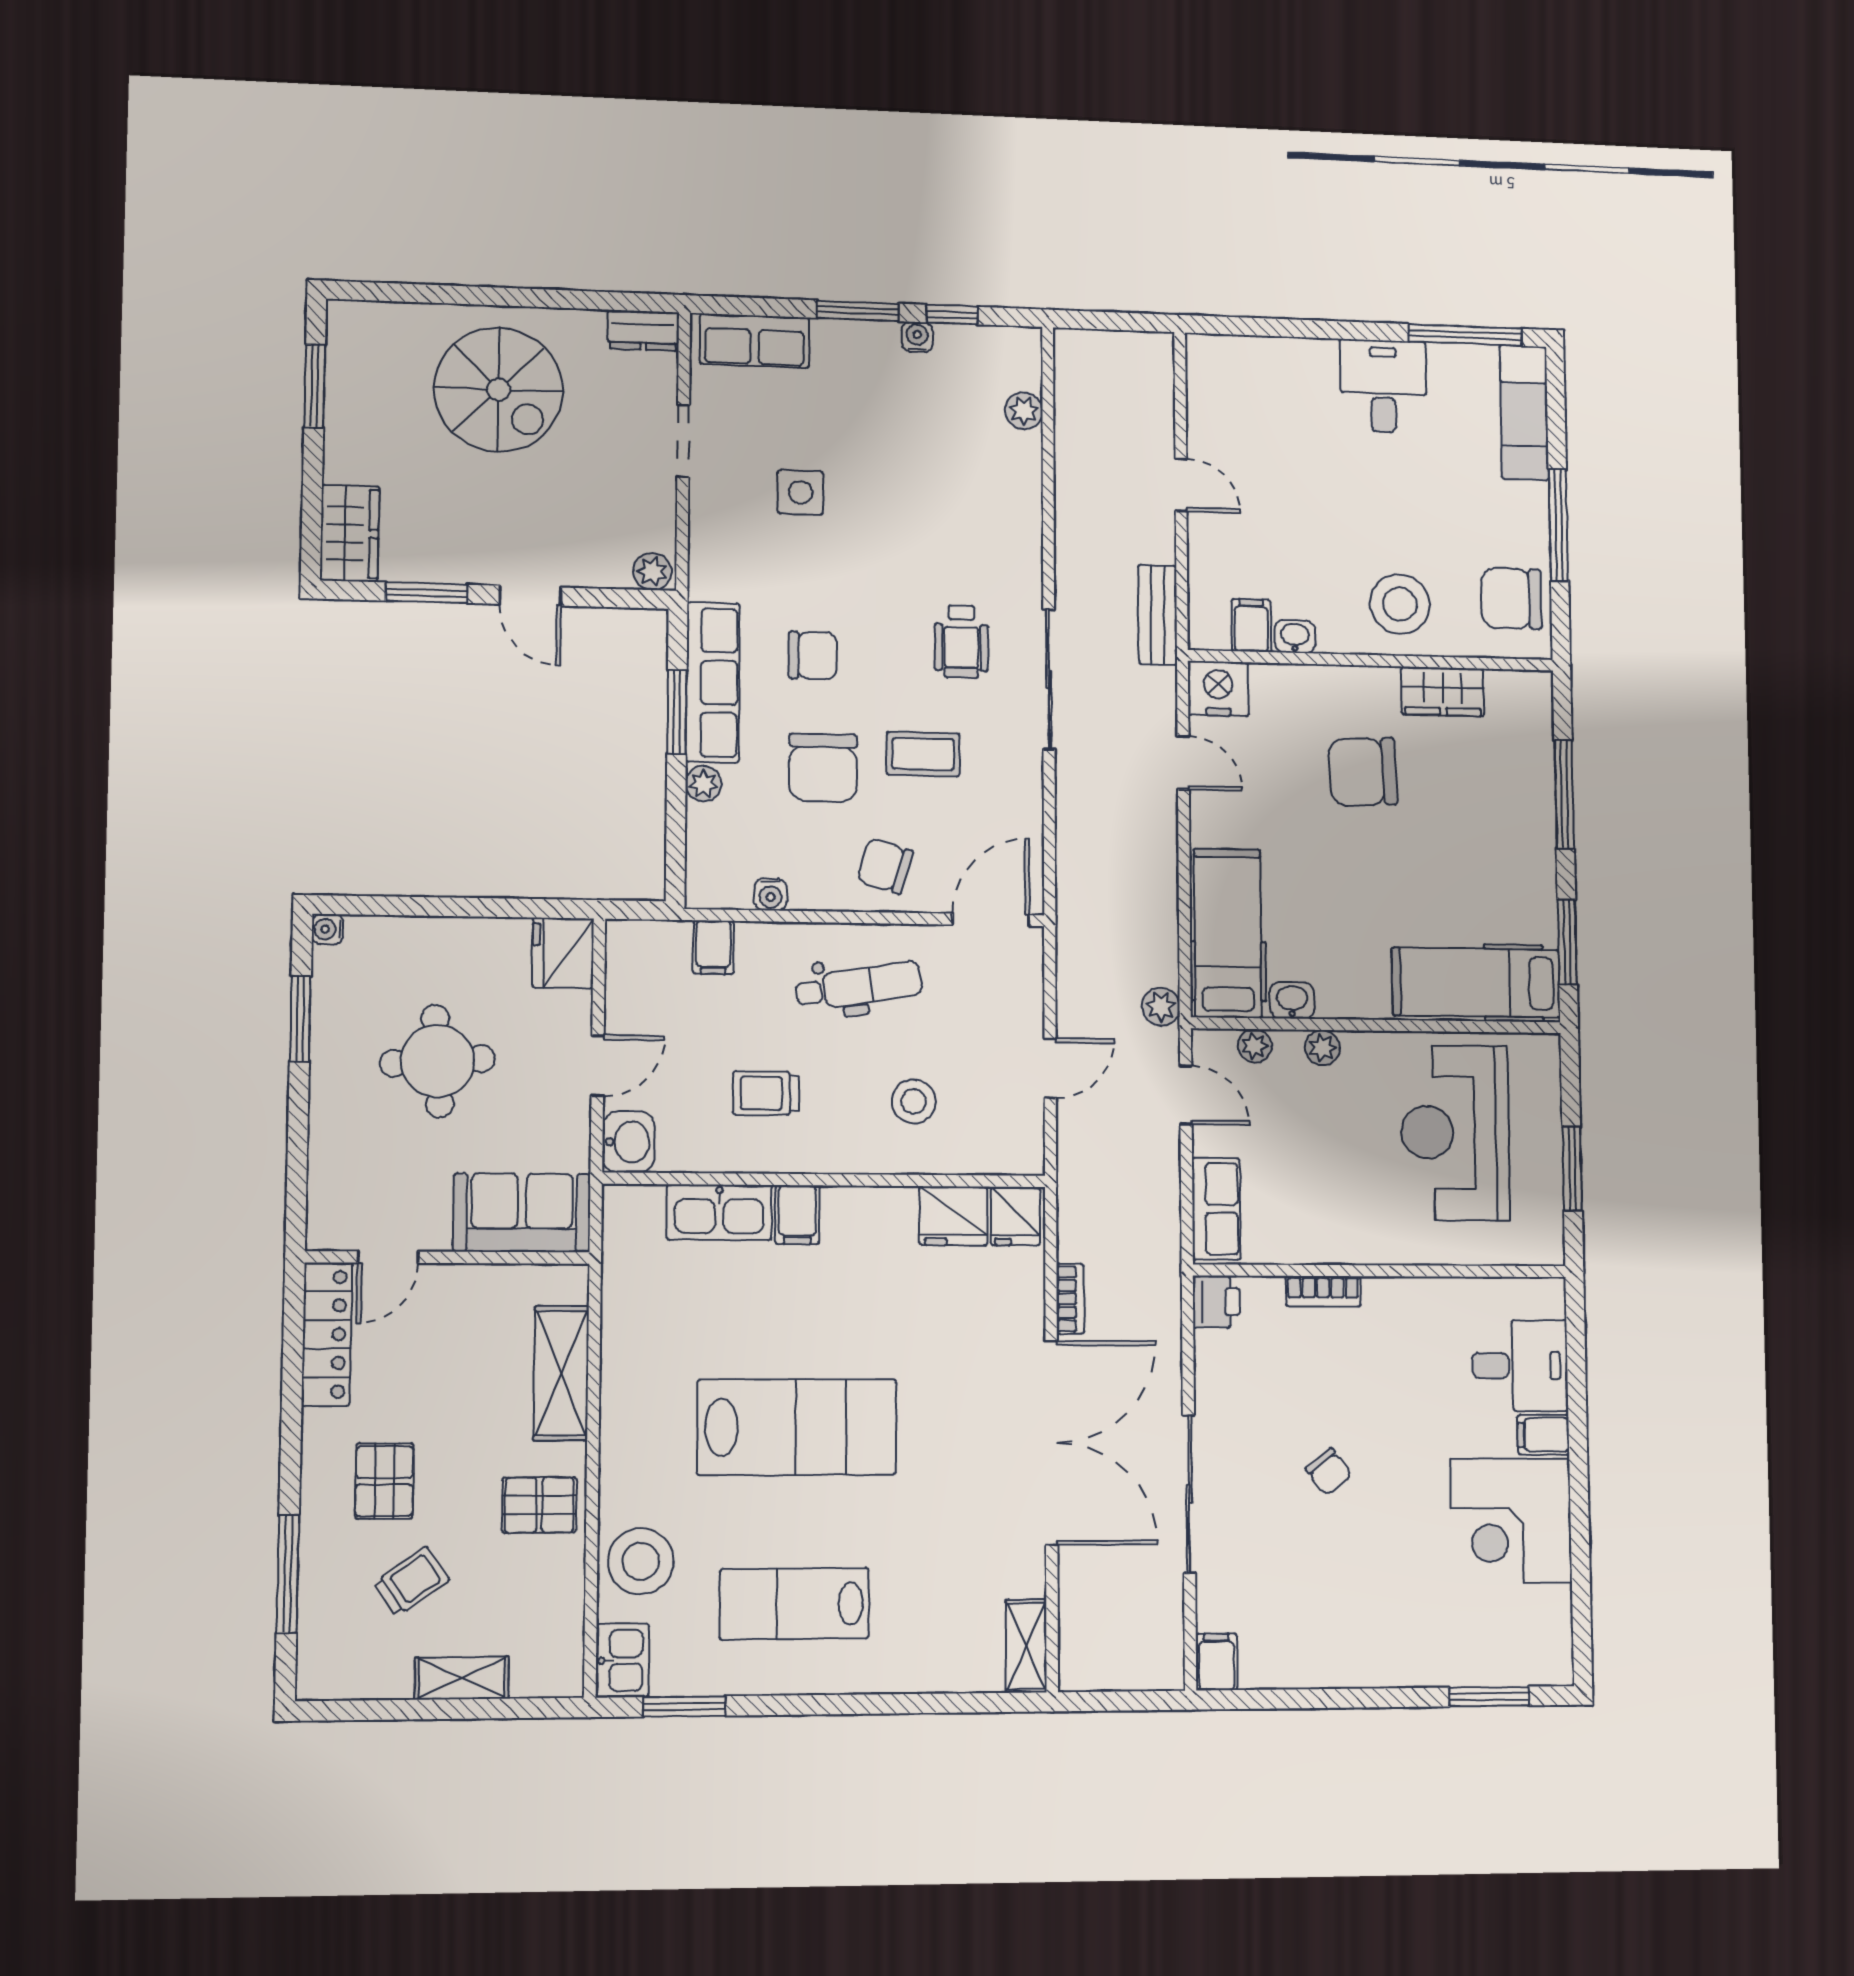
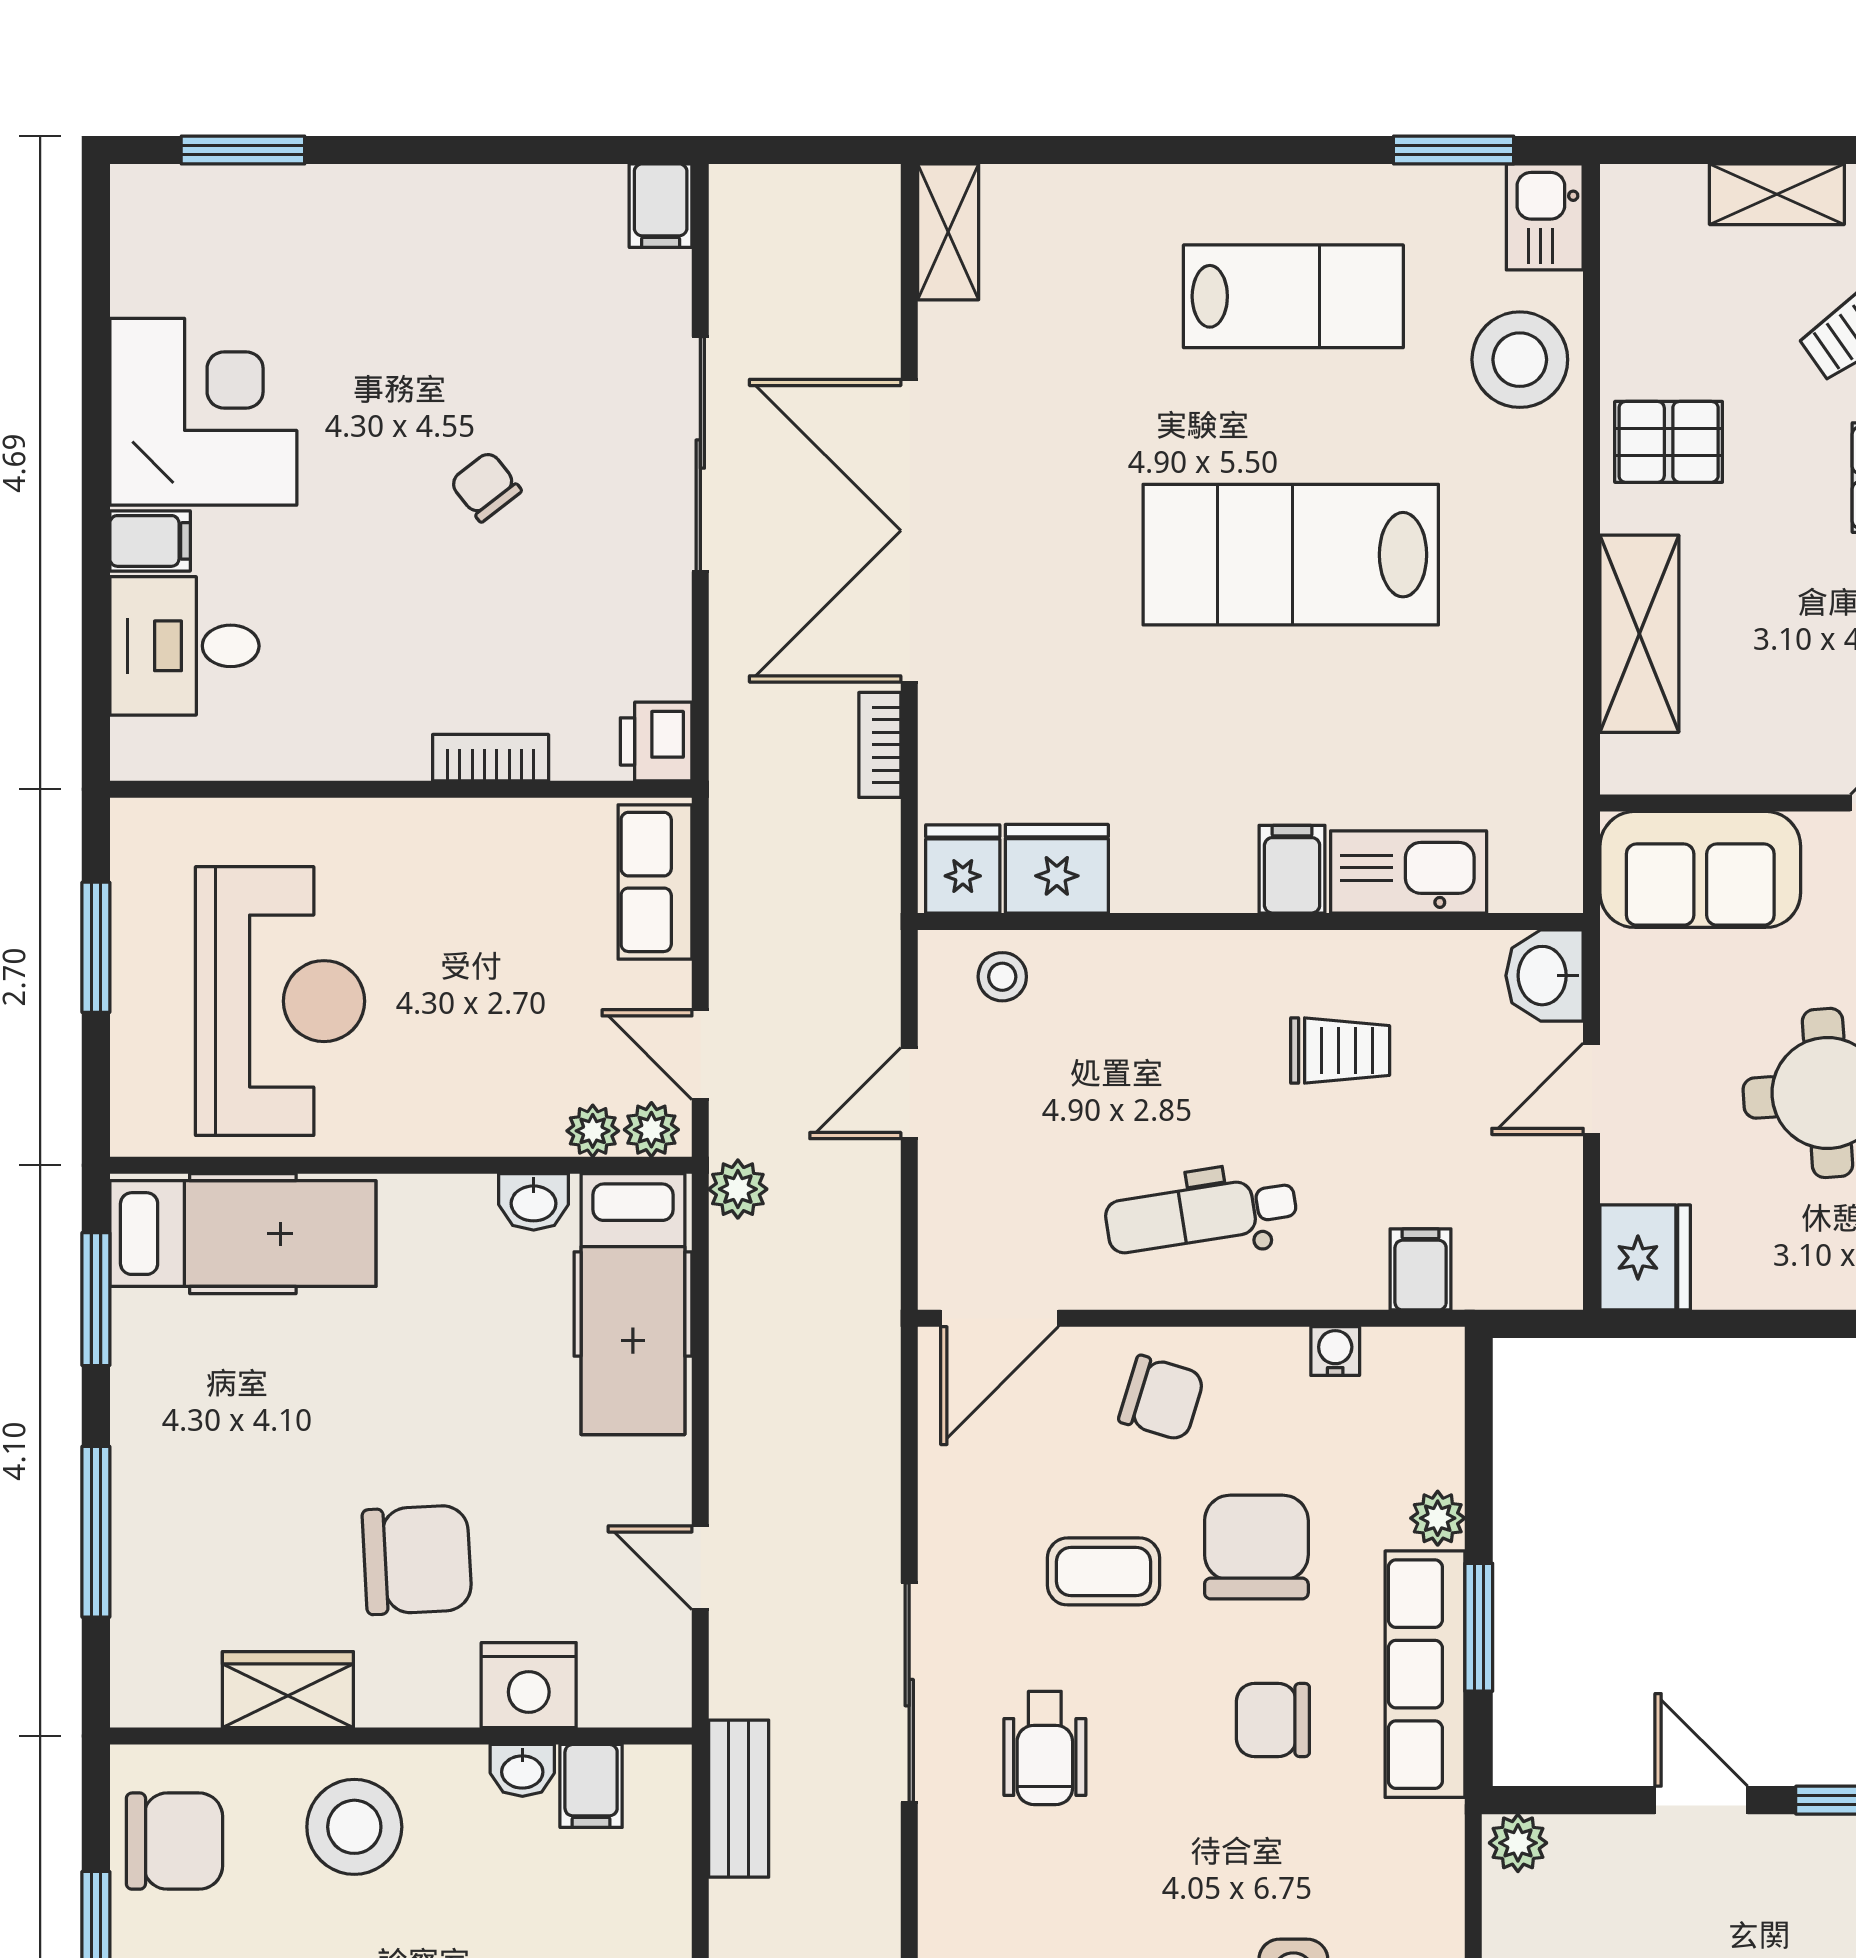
wheelchair: (961, 642) -> (1045, 1748), turned 180
nightstand: (1218, 689) -> (529, 1685), moved
plant: (1322, 1048) -> (651, 1130), moved
stool: (914, 1101) -> (1002, 977), moved, width x0.73, depth x0.73

